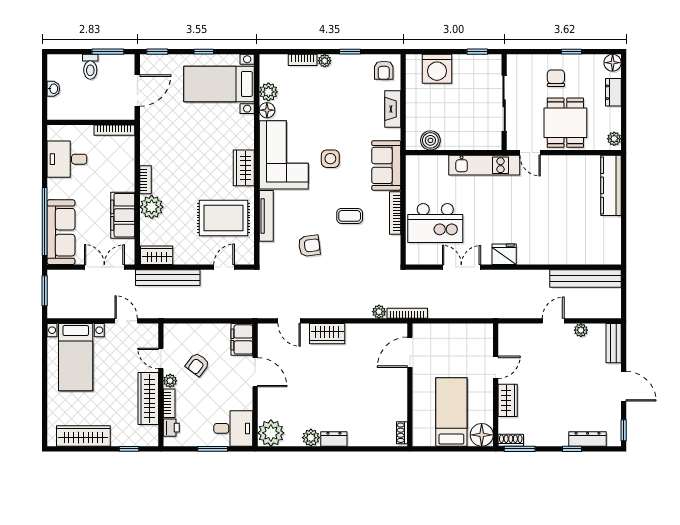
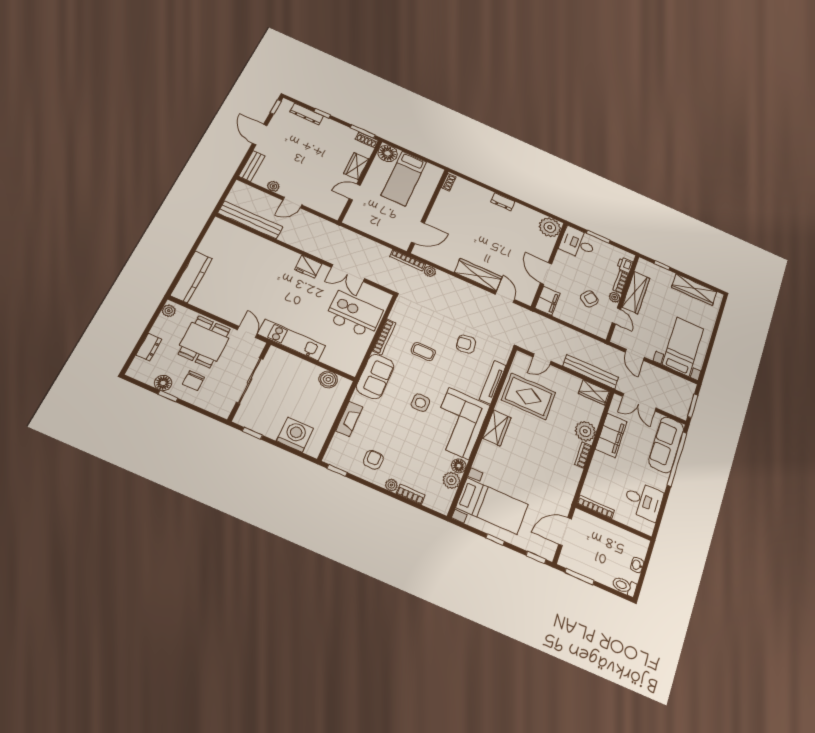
window: (350, 52) -> (337, 470), moved
floor lamp: (613, 63) -> (163, 383), moved
toilet: (90, 67) -> (624, 586), moved, turned -90
armchair: (384, 70) -> (373, 460), moved
wardrobe: (327, 334) -> (478, 275), width x1.50
plant: (311, 438) -> (520, 210), removed

